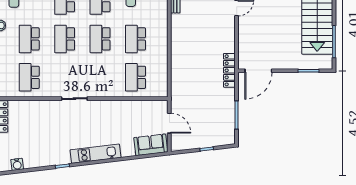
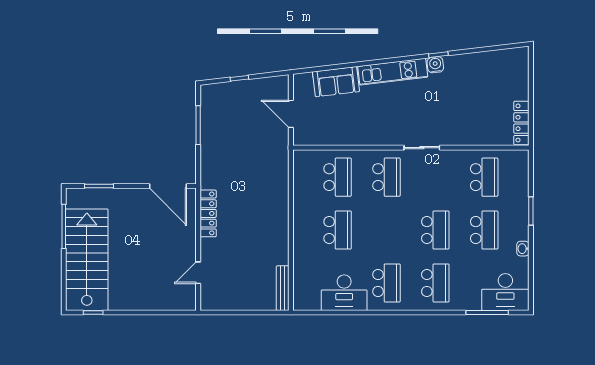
school desk: (100, 39) -> (386, 177), moved
locker: (229, 70) -> (208, 213), moved
door: (258, 71) -> (168, 186), swing flipped
sofa: (151, 145) -> (336, 82), moved
water cooler: (17, 164) -> (435, 65), moved

